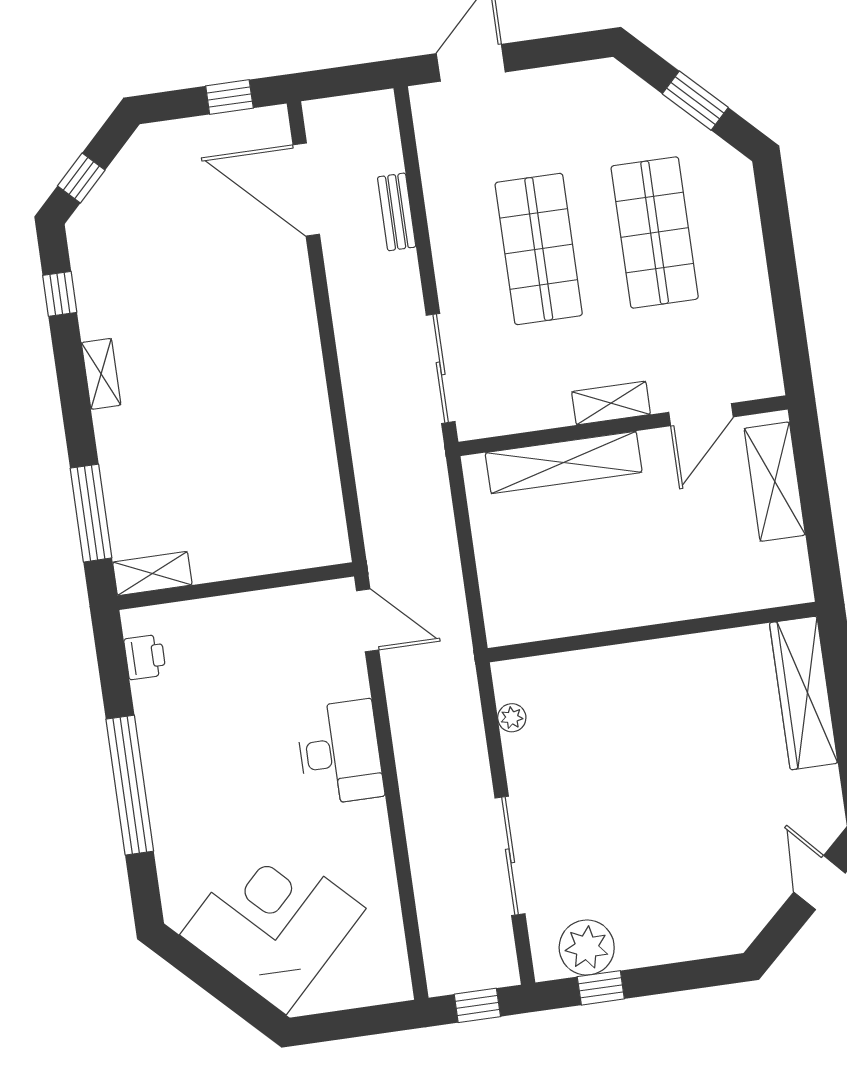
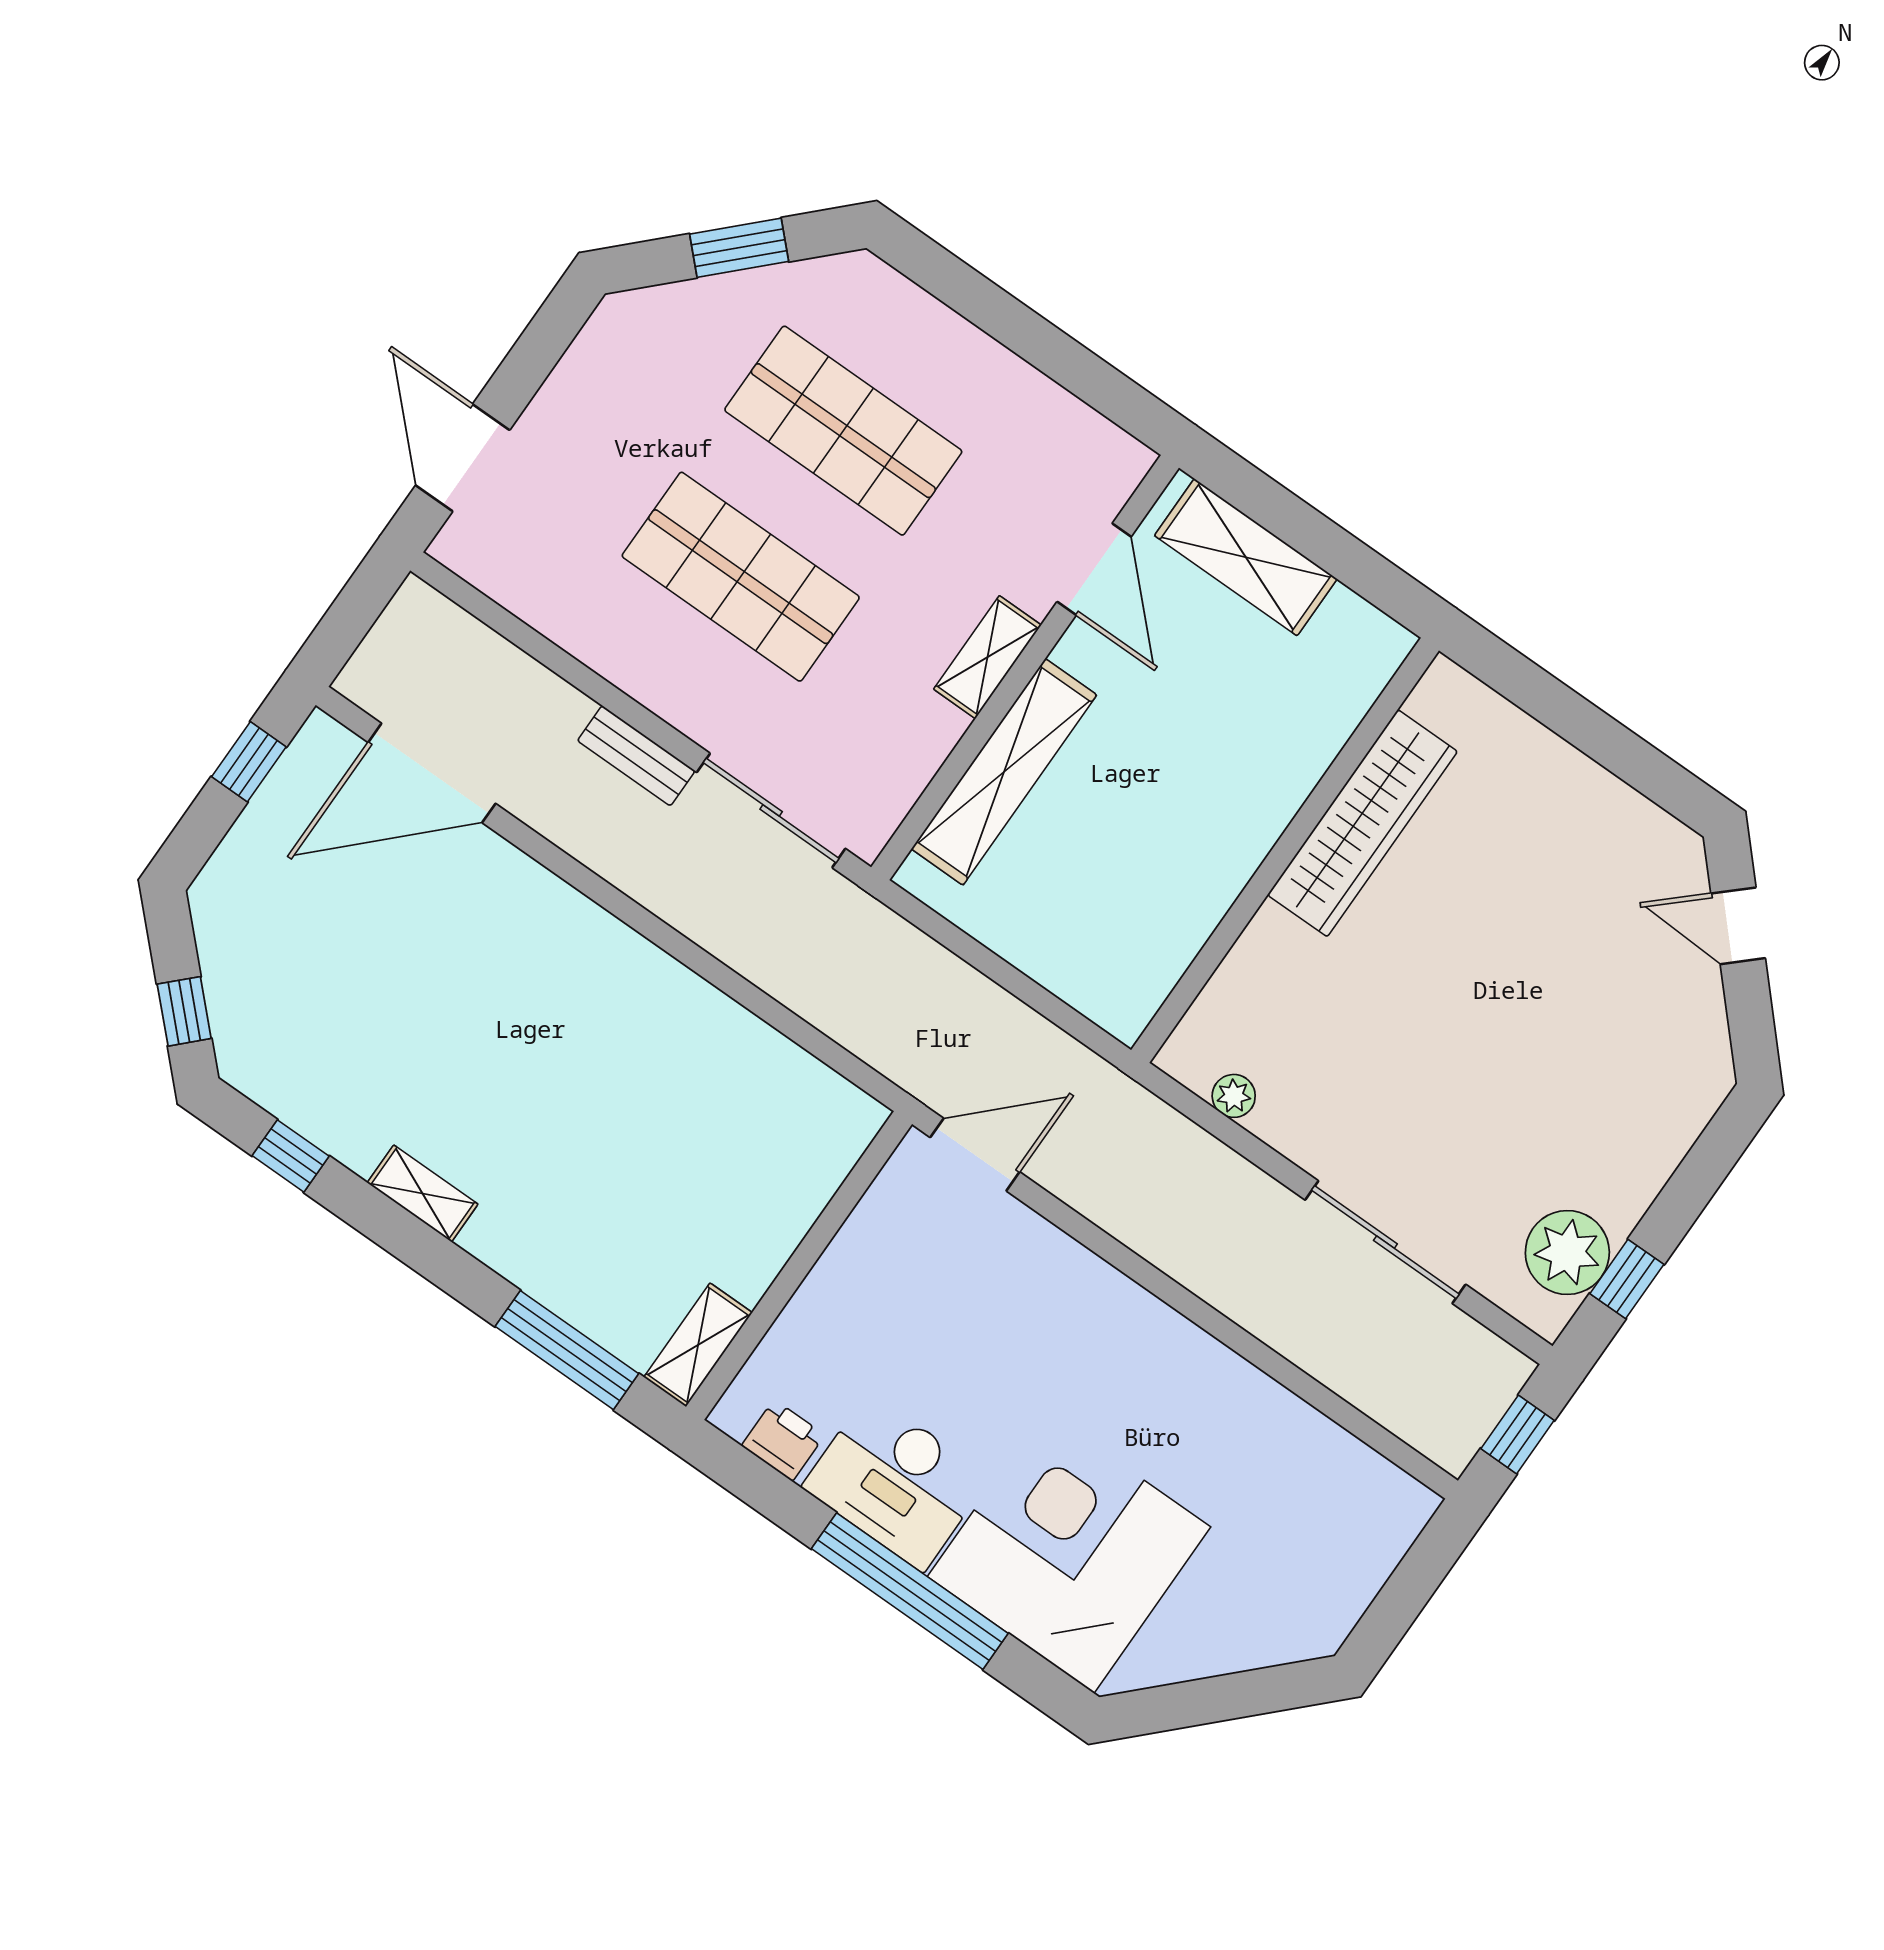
bench: (397, 212) -> (636, 756), moved
wardrobe: (804, 693) -> (1362, 823), moved, turned -90
desk: (340, 752) -> (896, 1482), moved, turned 180
corner desk: (273, 922) -> (1069, 1552), moved, turned 45

